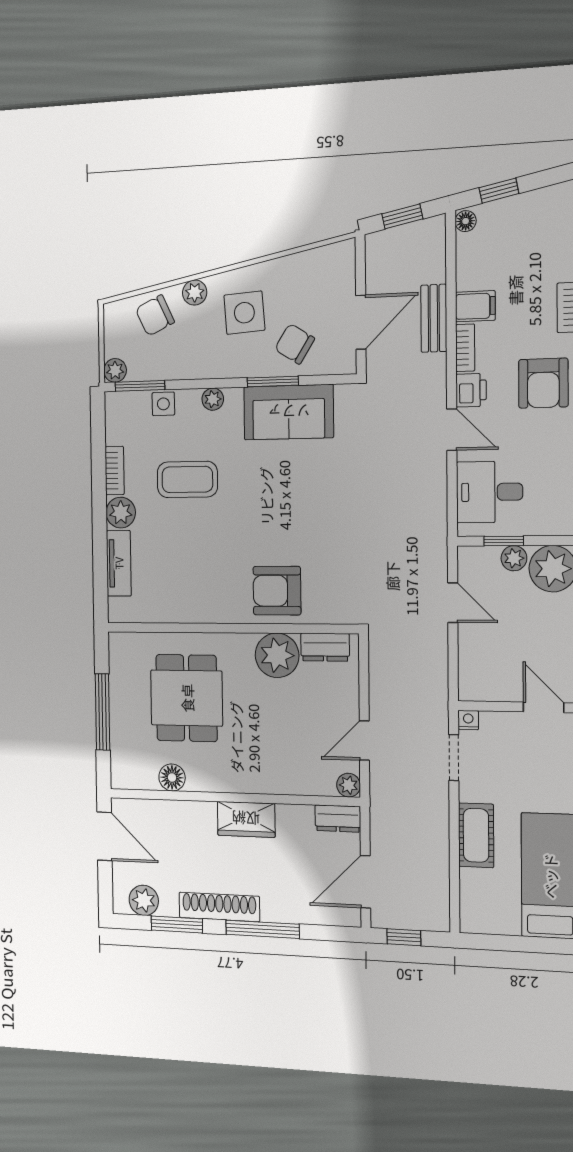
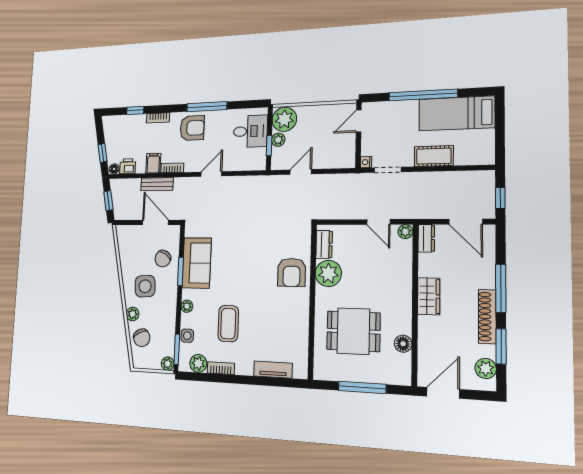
printer: (471, 390) -> (128, 166), moved
desk: (489, 492) -> (250, 131), moved, turned -90
plant: (121, 513) -> (198, 363), moved

